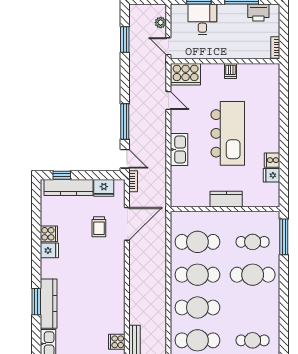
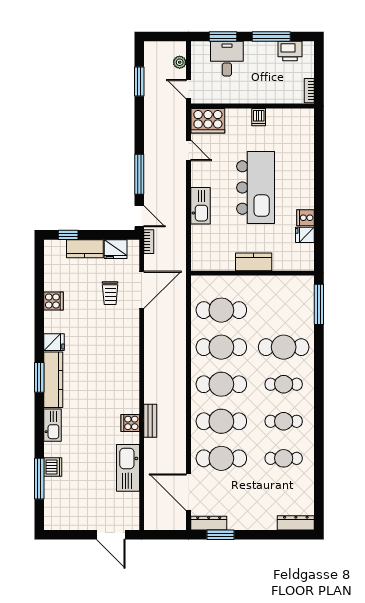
kitchen counter: (69, 188) -> (85, 249), width x0.67
cafe table: (253, 242) -> (284, 384), moved
fridge: (49, 250) -> (54, 342), moved

